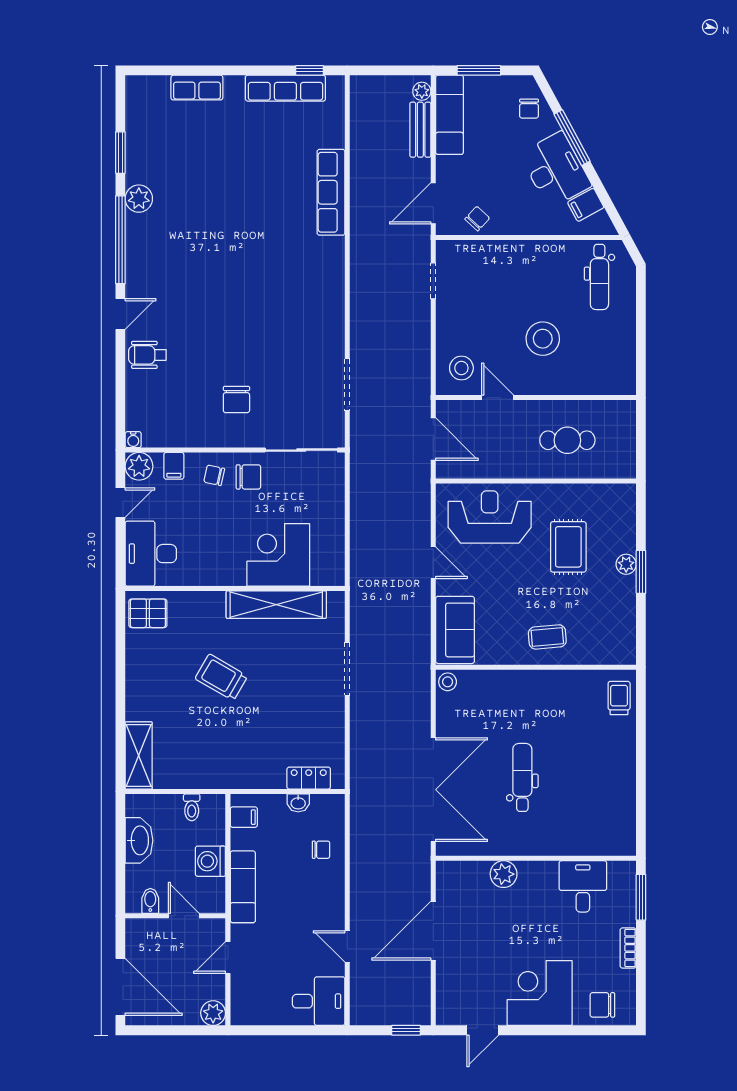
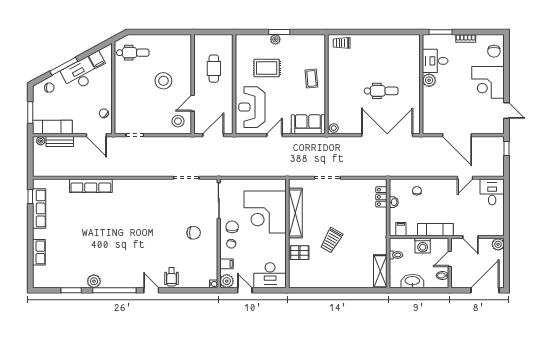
corner desk: (278, 555) -> (265, 212), width x1.36, depth x1.36
pallet: (148, 613) -> (299, 253), moved, turned 90
shelving: (139, 755) -> (380, 271), moved, turned 90
dental chair: (522, 777) -> (381, 91), turned 180
plant: (504, 874) -> (429, 80), moved

